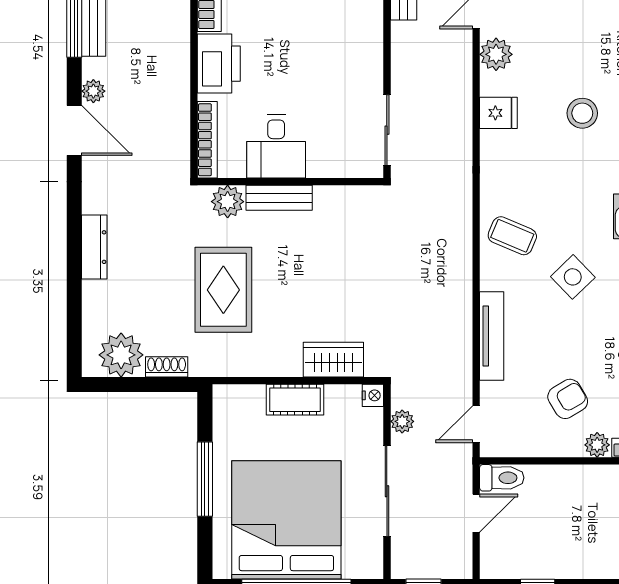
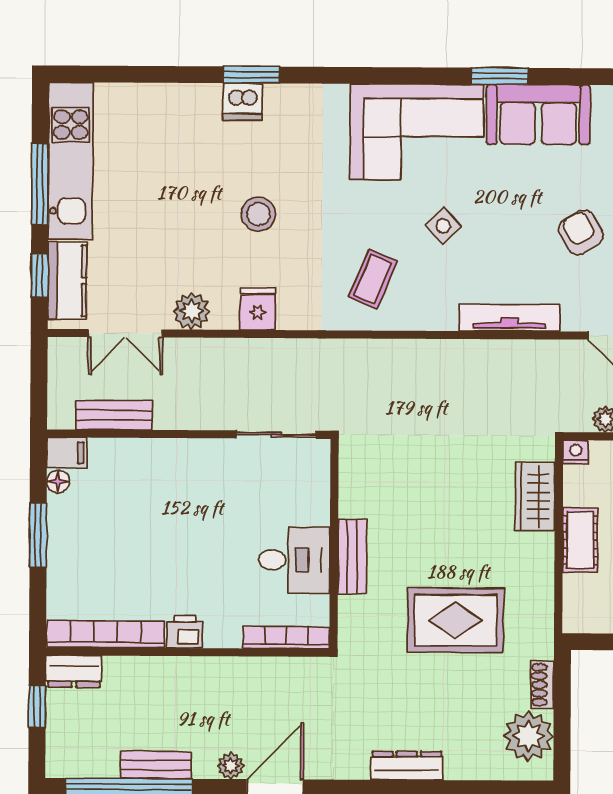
printer: (219, 64) -> (185, 632), width x0.53, depth x0.68
plant: (228, 202) -> (356, 615), removed
coffee table: (512, 236) -> (373, 279), moved
side table: (573, 277) -> (443, 226), width x0.73, depth x0.73

